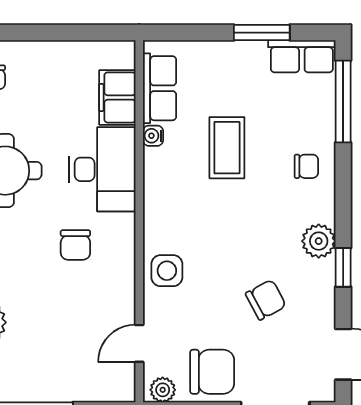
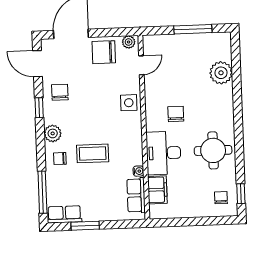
coffee table: (227, 148) -> (93, 153), moved, turned 90
plant: (319, 241) -> (53, 133), moved
chair: (266, 300) -> (60, 92), moved, turned 118

